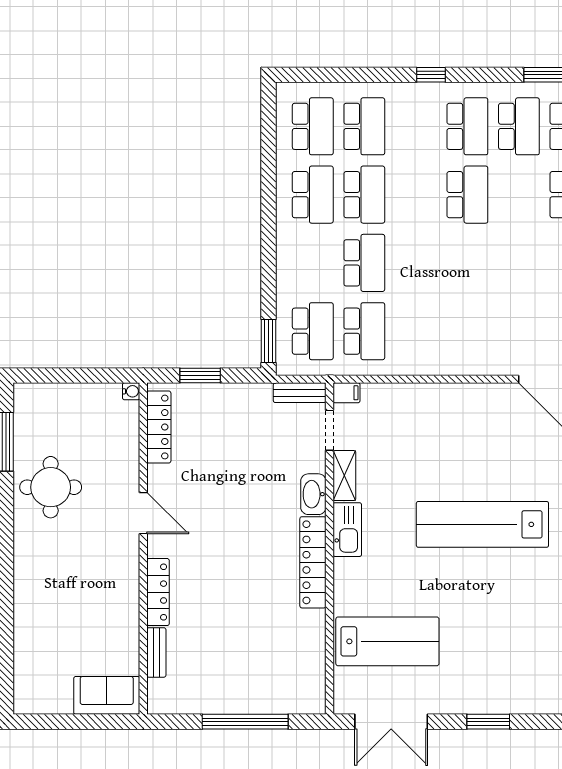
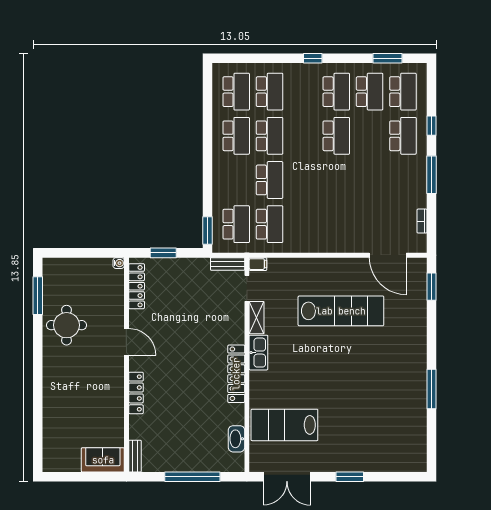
washbasin: (313, 494) -> (237, 439), moved
lab bench: (482, 524) -> (341, 311), moved, turned 180
lab bench: (387, 641) -> (284, 425), turned 180
bench: (156, 652) -> (135, 456), moved

